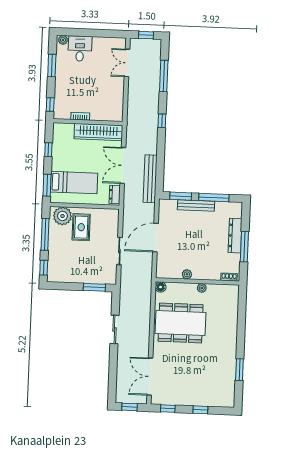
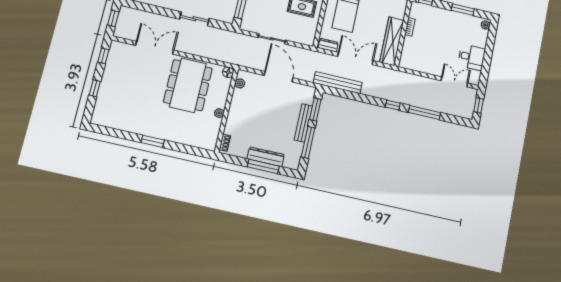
desk: (80, 49) -> (471, 57), moved
window: (164, 76) -> (424, 112), moved
window: (244, 247) -> (263, 166), moved
plant: (187, 274) -> (240, 83), moved
window: (239, 370) -> (153, 141), moved
double door: (150, 377) -> (155, 48), moved

